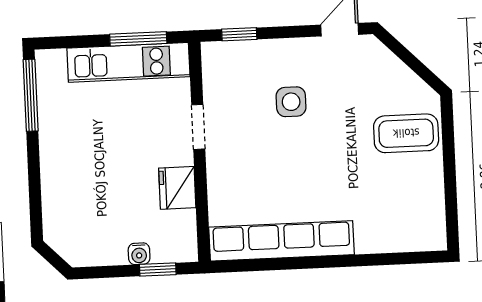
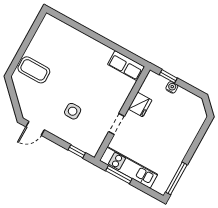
row of seats: (281, 241) -> (126, 66), width x0.50

